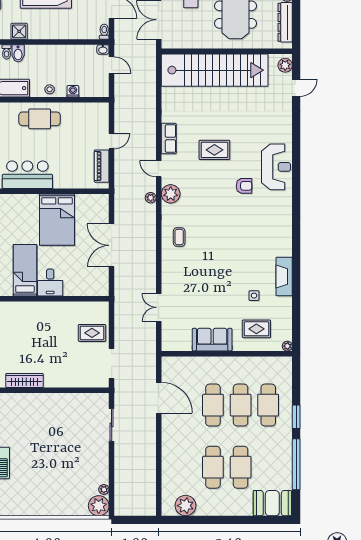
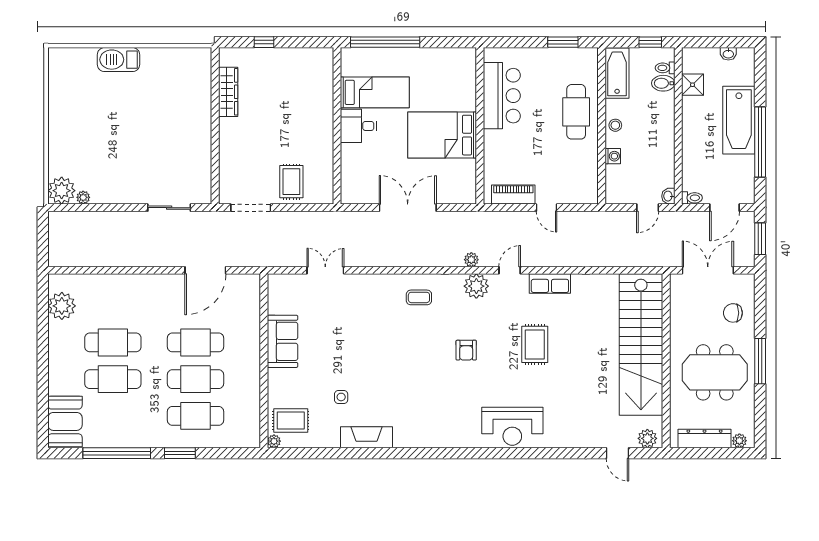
armchair: (244, 186) -> (466, 350), moved
rug: (256, 329) -> (291, 420), moved, turned 90

